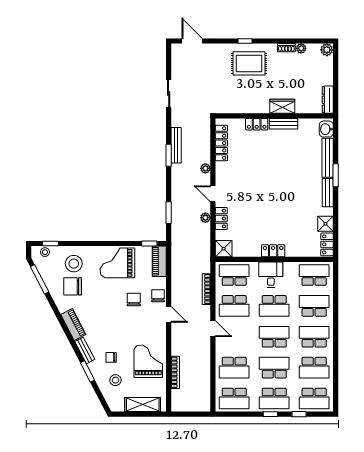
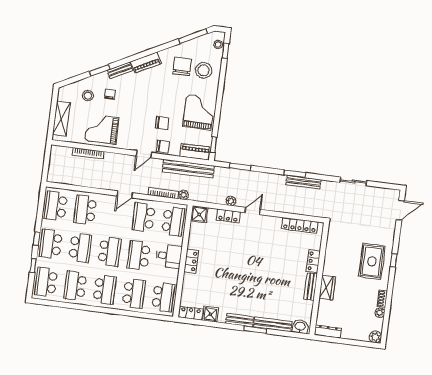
plant: (205, 168) -> (184, 195), moved
bench: (178, 266) -> (188, 169), added
grand piano: (148, 361) -> (102, 129), turned 180

